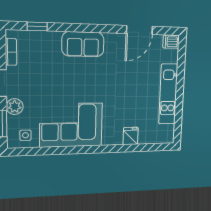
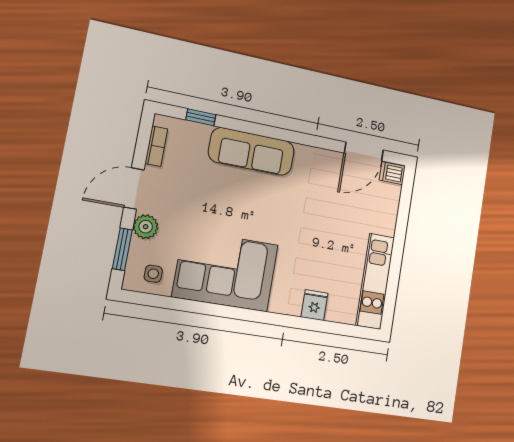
door: (139, 30) -> (364, 152), moved
sofa: (83, 44) -> (252, 151), width x1.36
kitchen unit: (168, 94) -> (375, 281), moved

